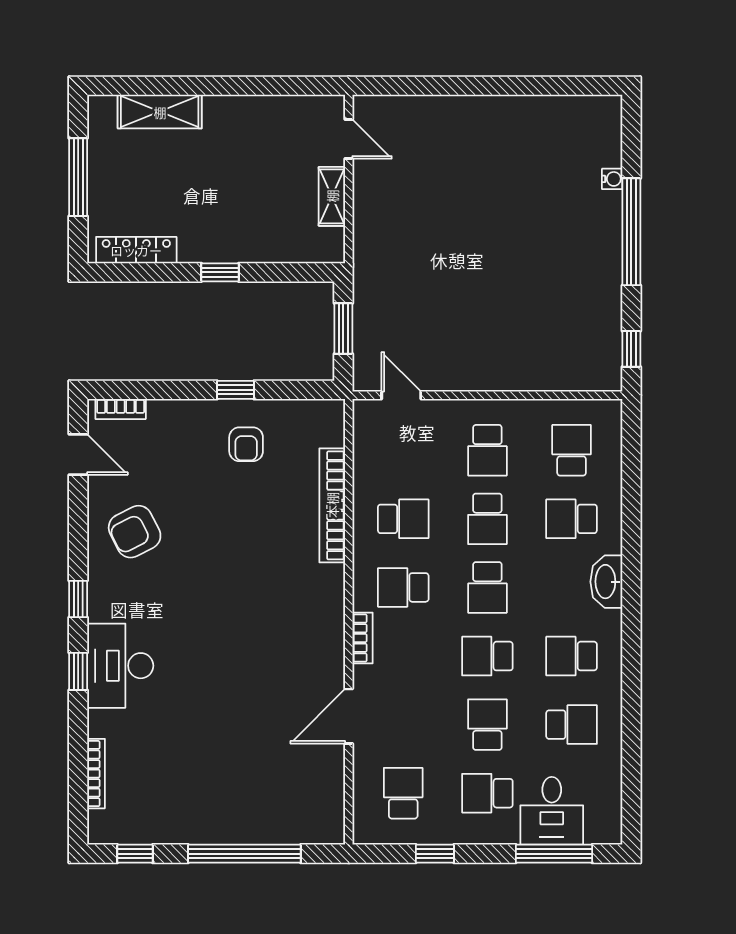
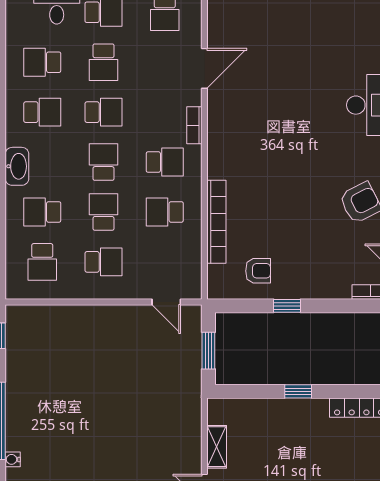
armchair: (246, 444) -> (258, 271), moved, turned 90
school desk: (487, 450) -> (104, 262), turned 90
school desk: (572, 519) -> (42, 212), turned 180

